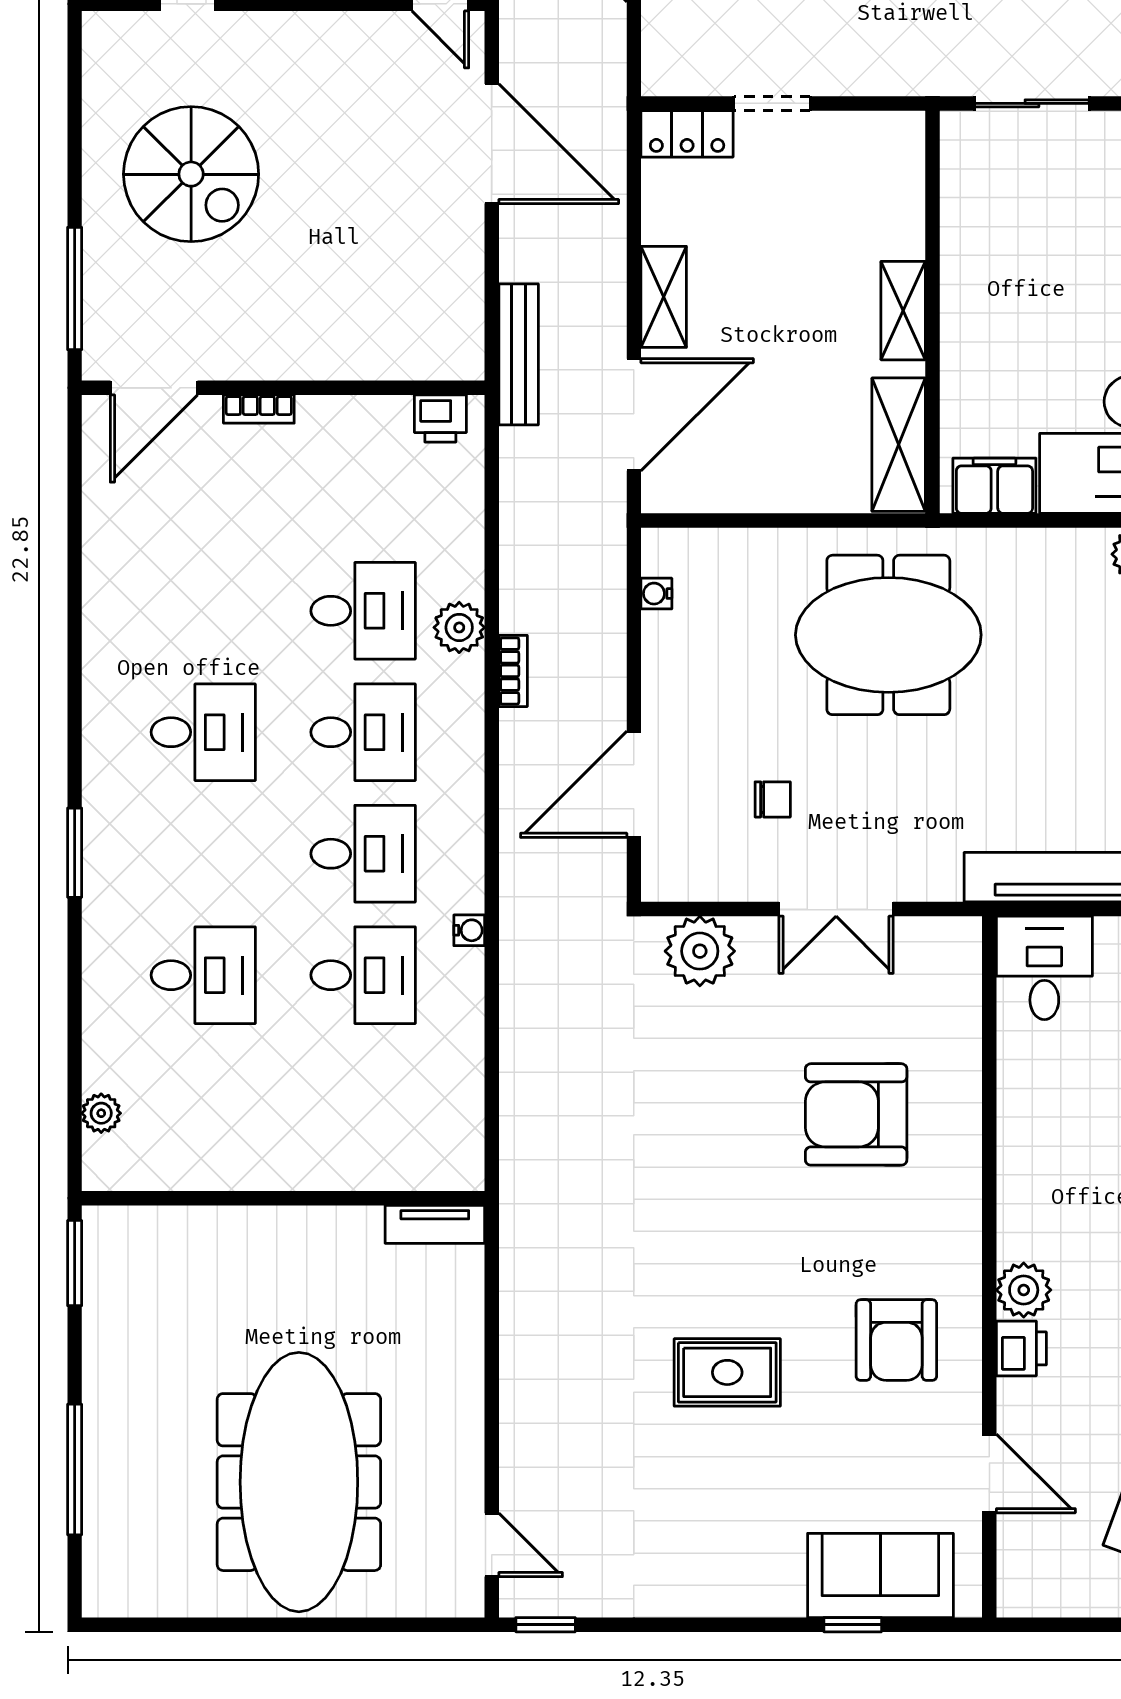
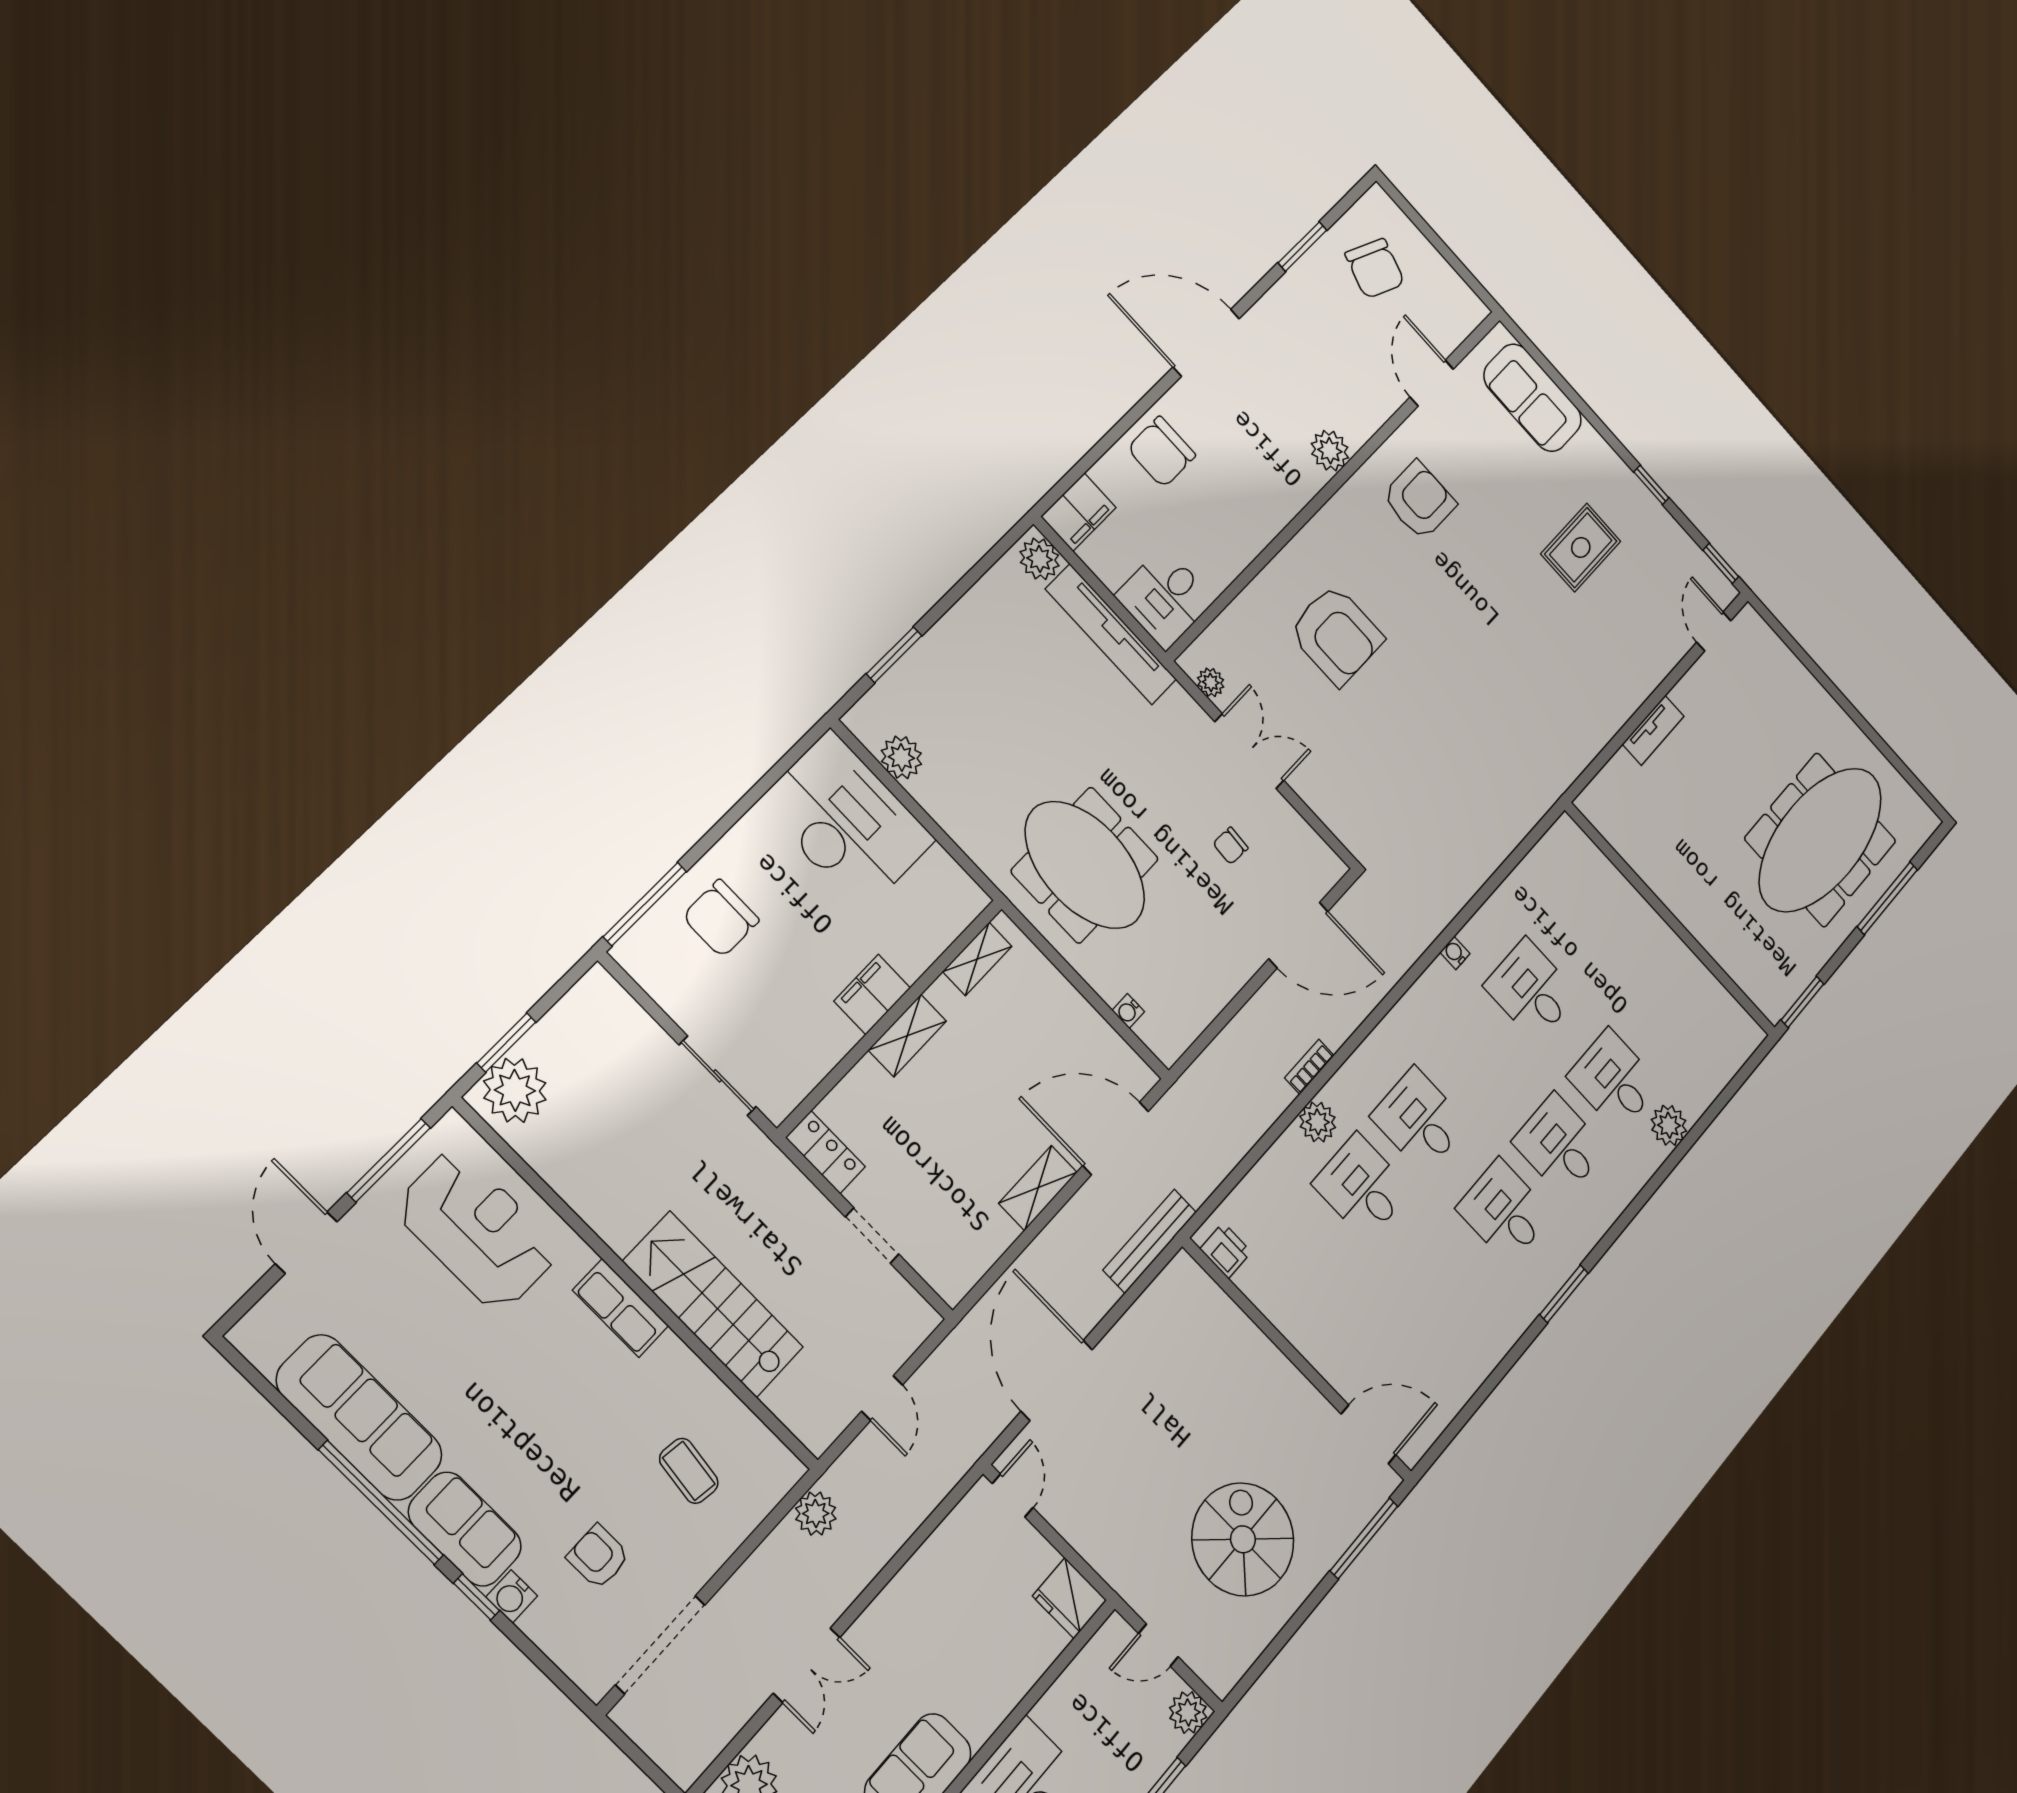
locker: (687, 134) -> (825, 1152), moved
bookcase: (259, 409) -> (1321, 1362), removed
shelving: (899, 445) -> (977, 959), width x0.67, depth x0.75
filing cabinet: (994, 486) -> (872, 994), moved, turned 90
water cooler: (656, 594) -> (1128, 1011), moved, turned 90
chair: (773, 799) -> (1230, 846), turned -86
window: (75, 853) -> (1564, 1294), moved
desk: (363, 854) -> (1559, 1145), moved
plant: (700, 951) -> (1211, 682), moved, width x0.53, depth x0.53
plant: (101, 1113) -> (1669, 1125), moved, width x1.38, depth x1.38
tv unit: (435, 1224) -> (1653, 730), moved, turned 90
printer: (1021, 1348) -> (1358, 424), removed
rug: (727, 1372) -> (1581, 547), moved, turned 90
meeting table: (299, 1482) -> (1821, 840), moved
window: (853, 1625) -> (1651, 485), moved

